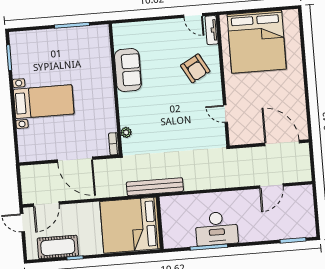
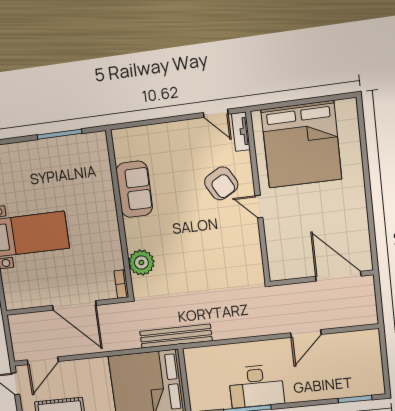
door: (225, 114) -> (259, 207), moved
plant: (126, 132) -> (141, 263), width x1.87, depth x1.87
door: (271, 186) -> (306, 334), moved

